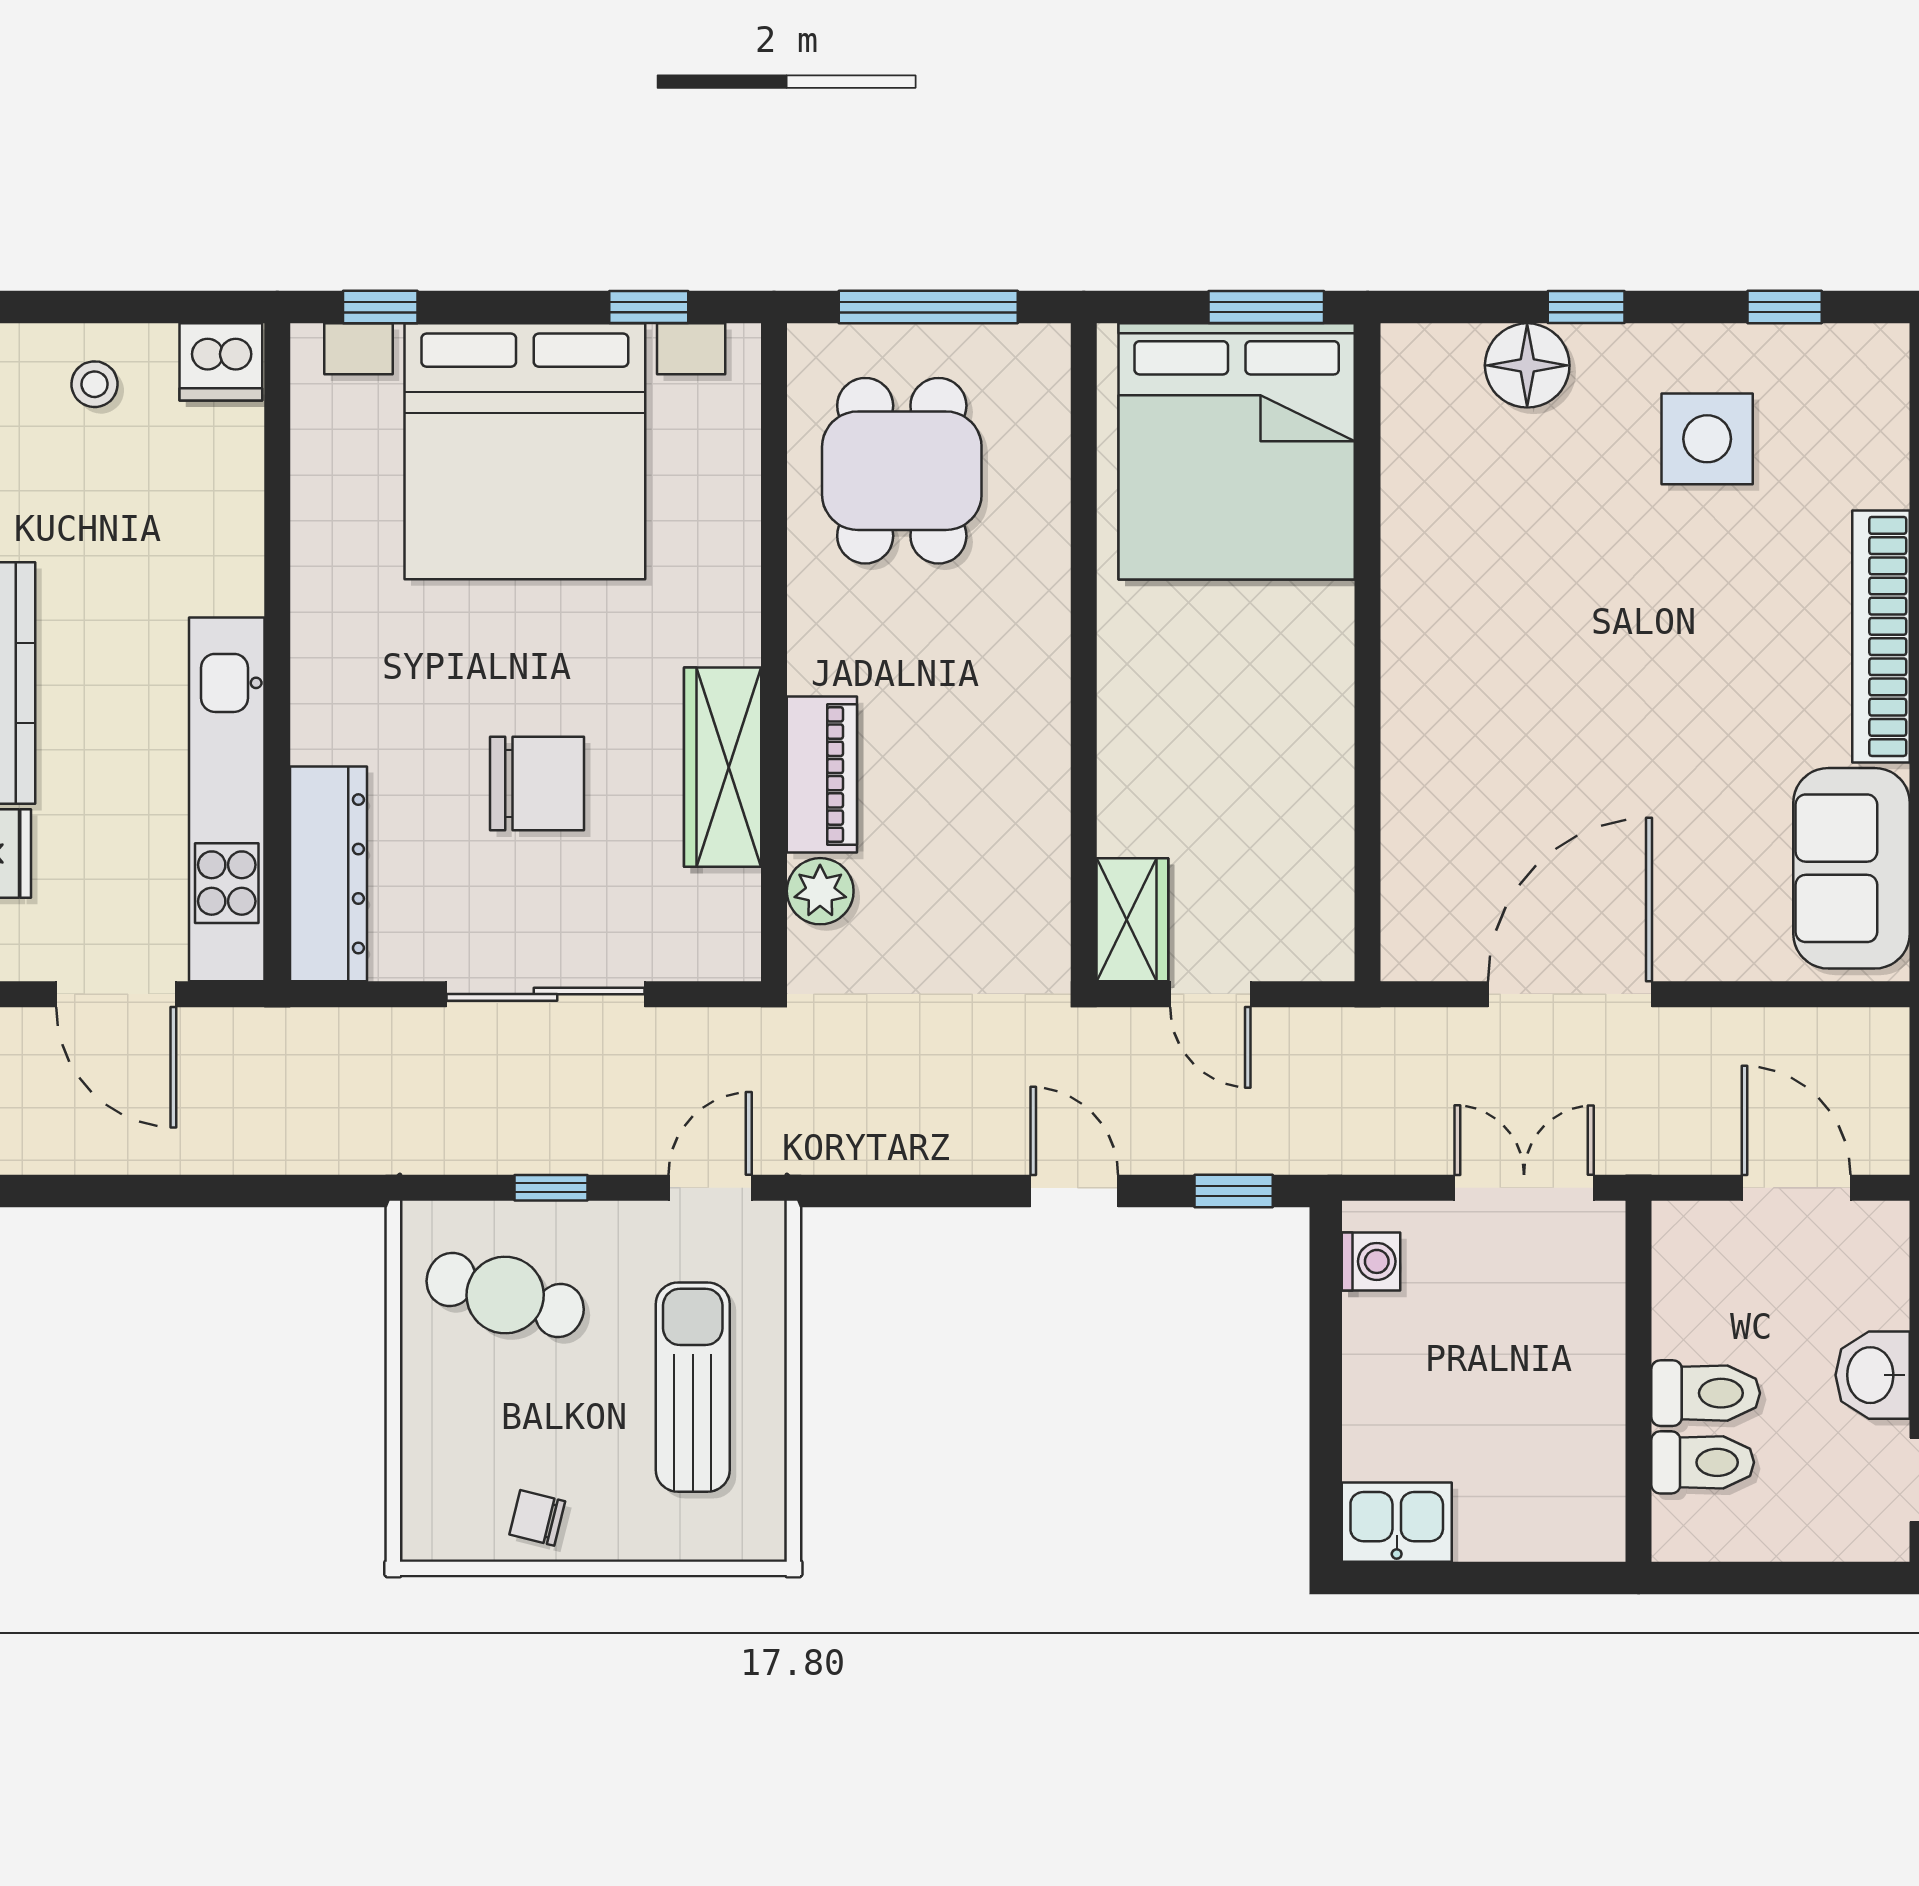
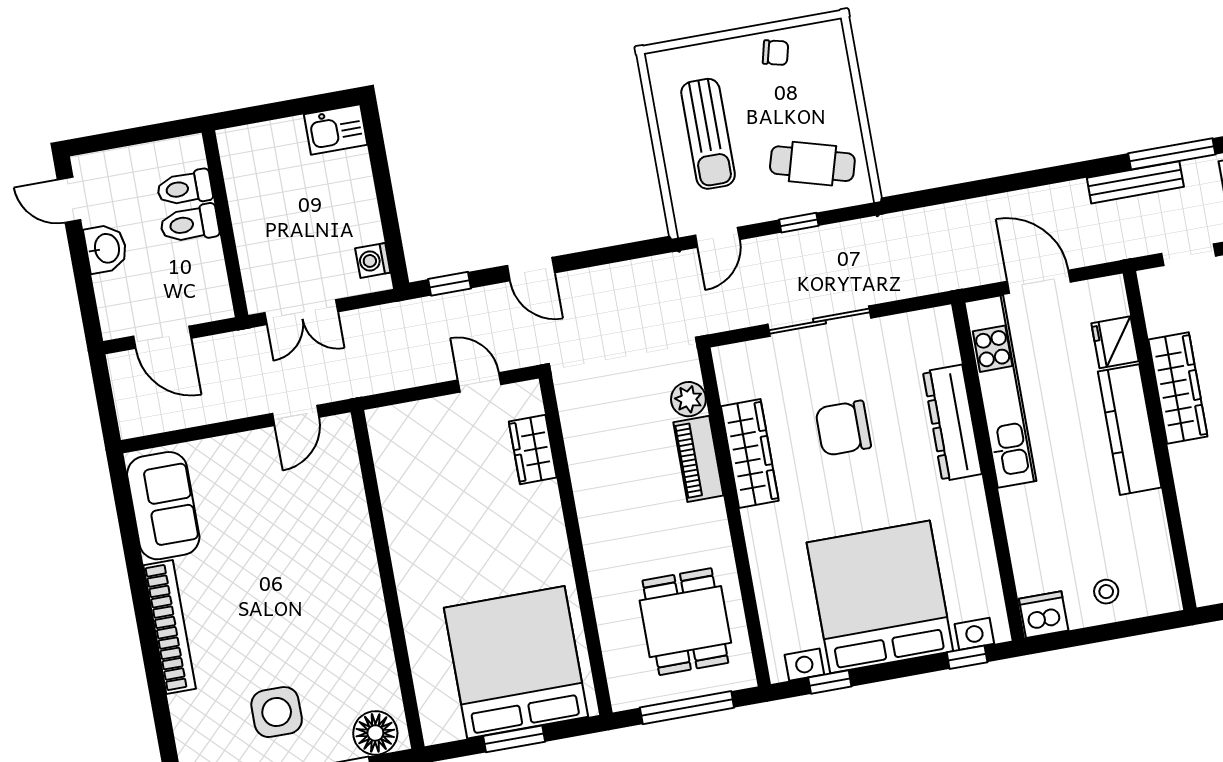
wall: (1368, 652) -> (388, 579), moved
dresser: (328, 874) -> (952, 423), moved
wardrobe: (1132, 920) -> (533, 450), moved
door: (1570, 994) -> (296, 415), width x0.53

